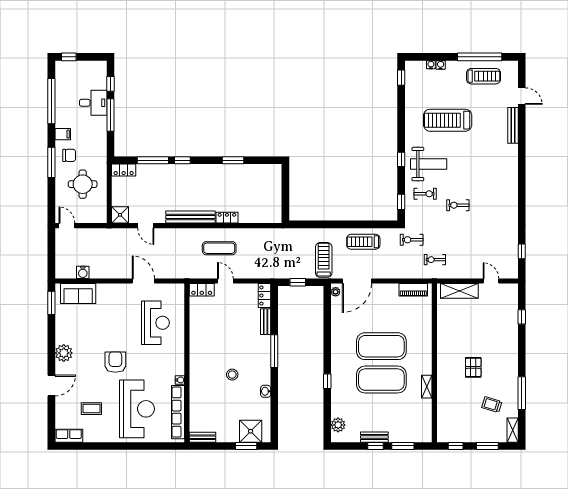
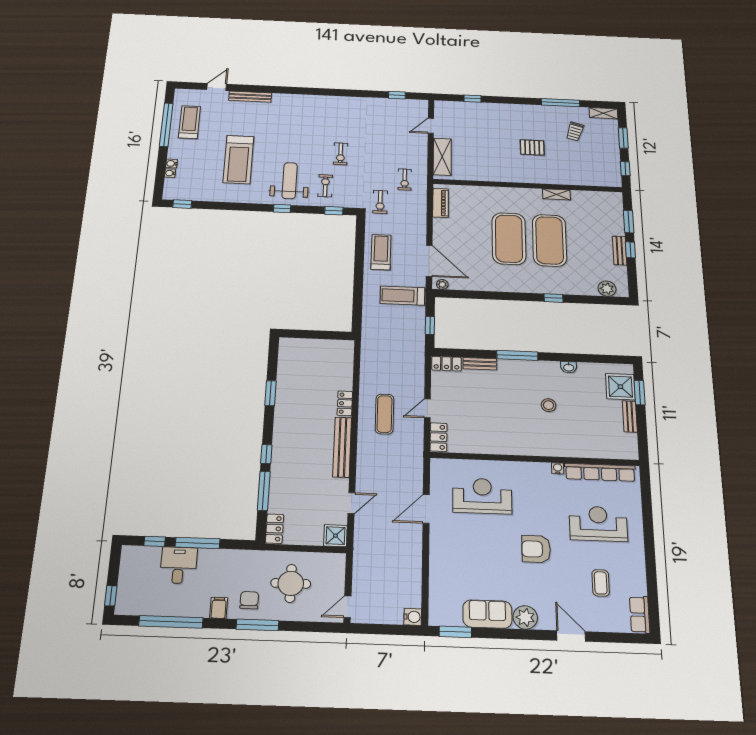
treadmill: (363, 242) -> (381, 252), turned 180
water cooler: (83, 272) -> (413, 617), moved
sofa: (78, 294) -> (487, 614), moved, turned -90
reception desk: (137, 409) -> (598, 524), width x0.74, depth x0.77
bench: (202, 437) -> (630, 417), moved

